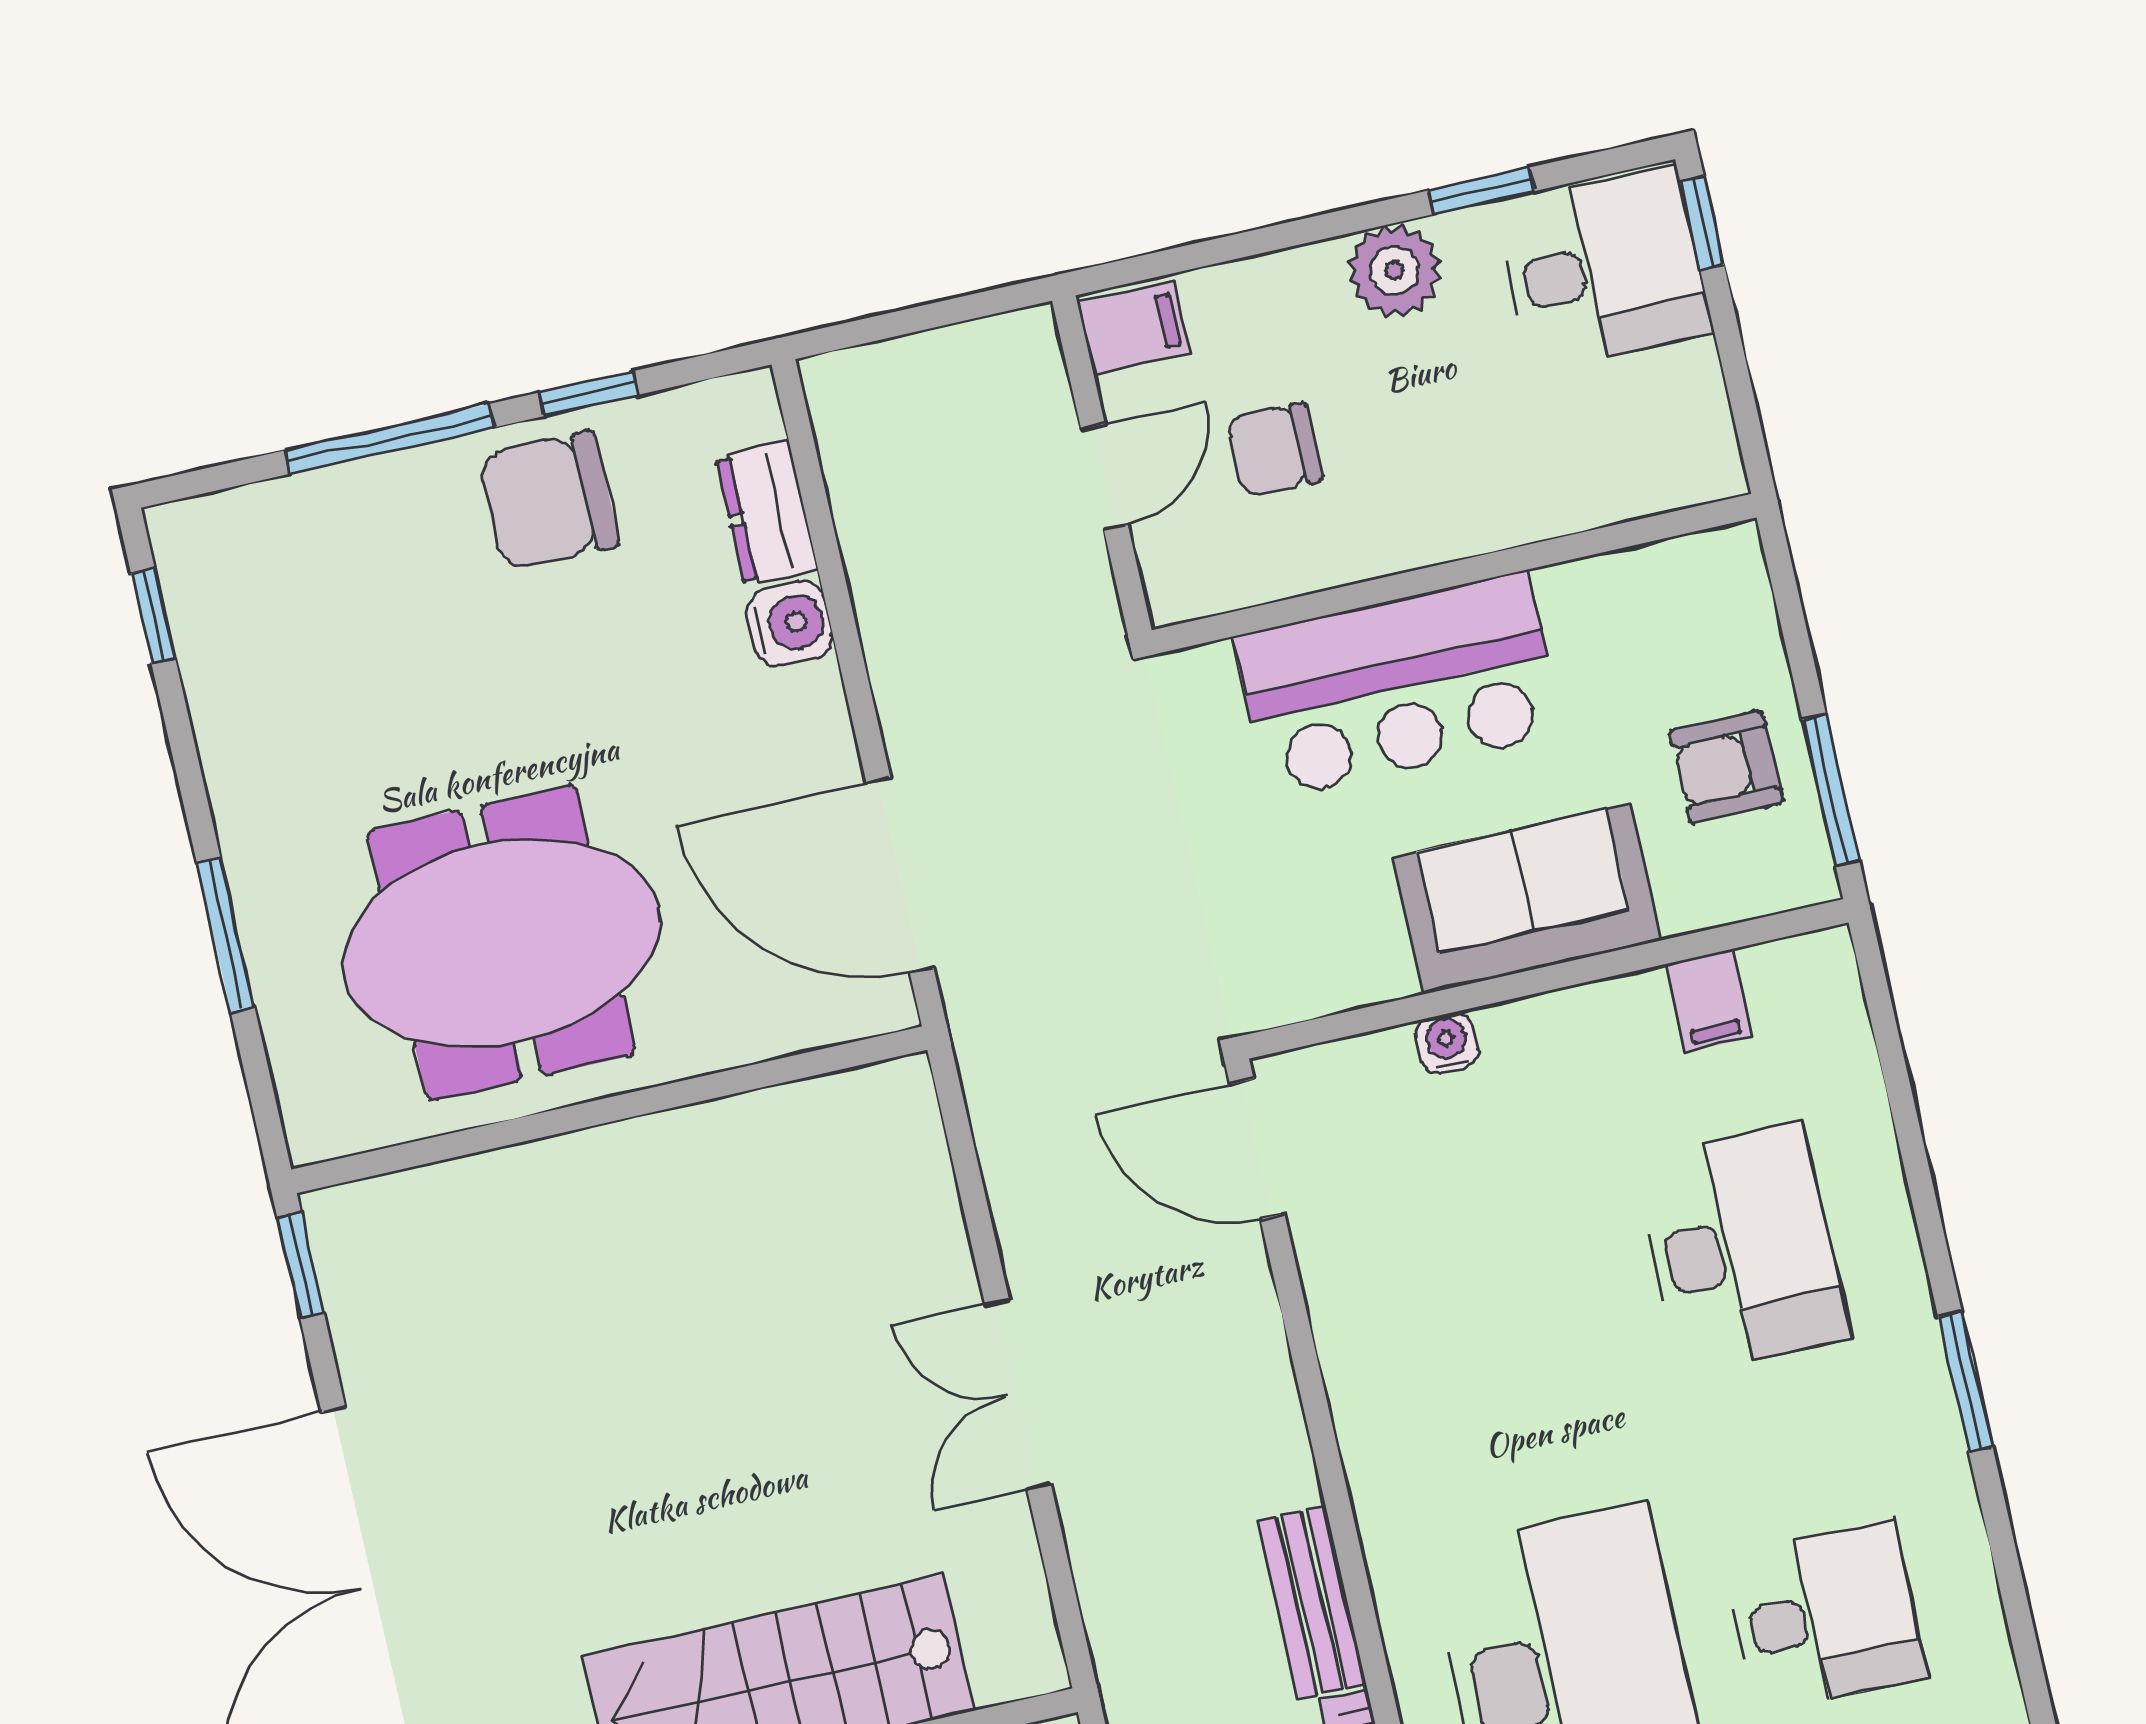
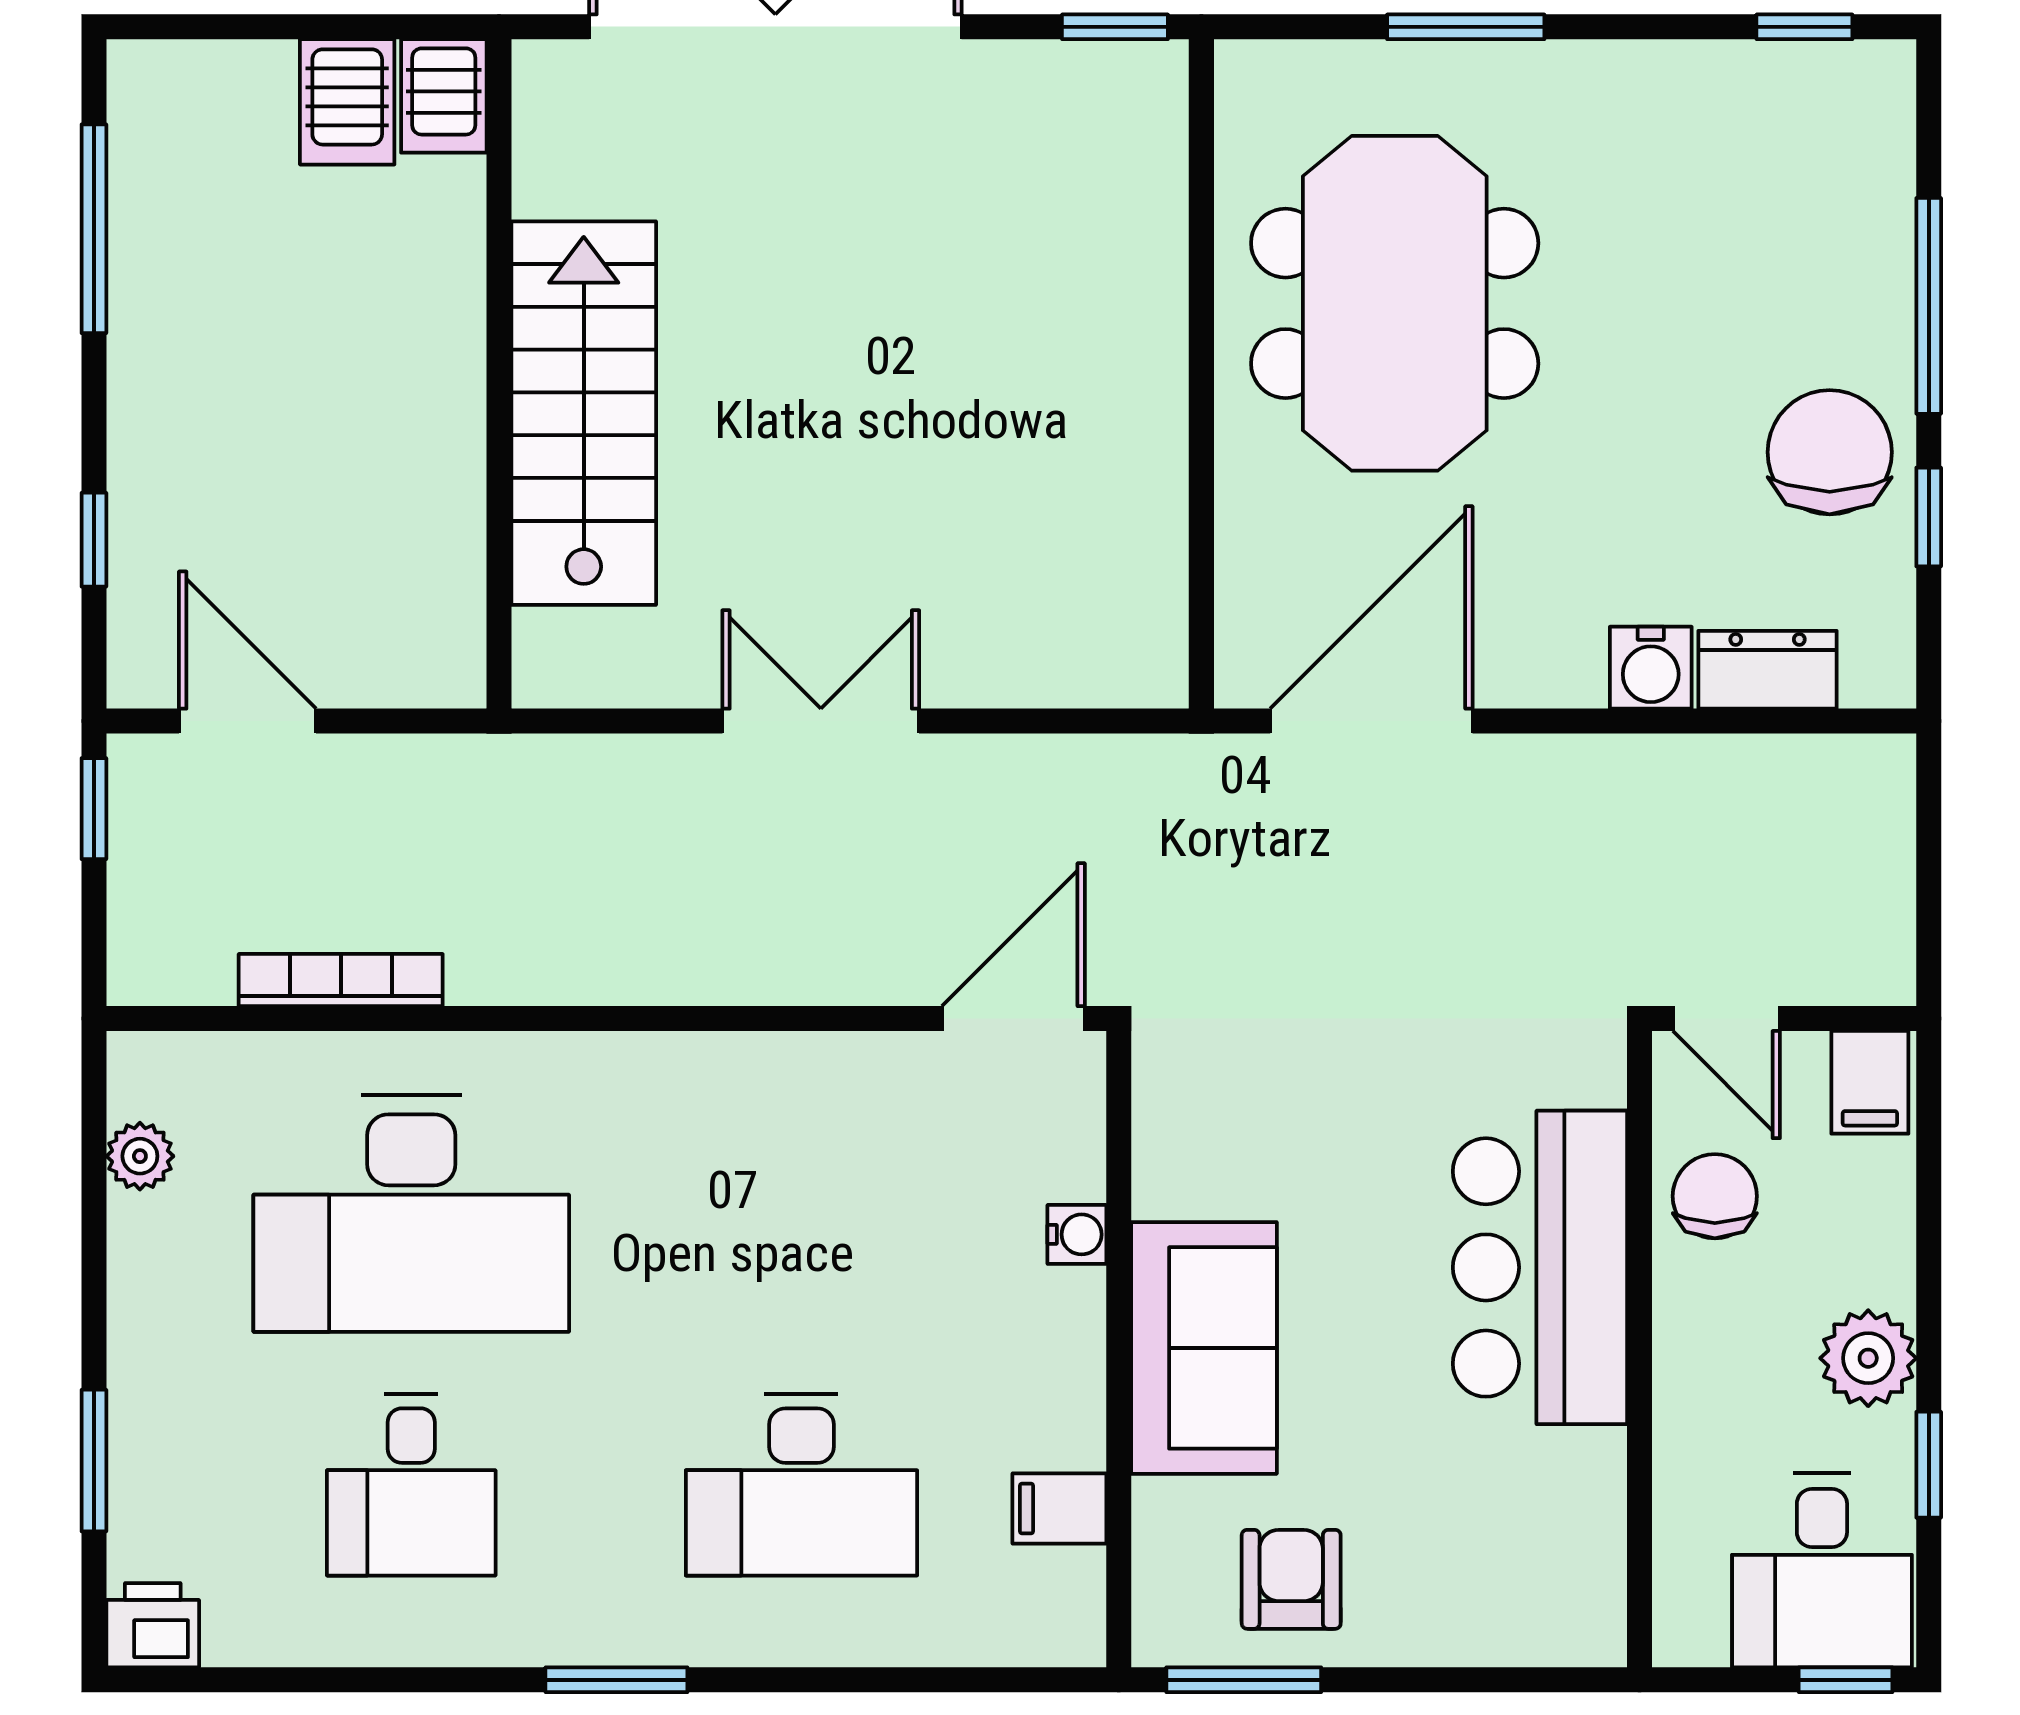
wall: (1454, 574) -> (1639, 1349), moved
bar counter: (1398, 685) -> (1540, 1267), moved
bench: (1312, 1602) -> (543, 970), removed

